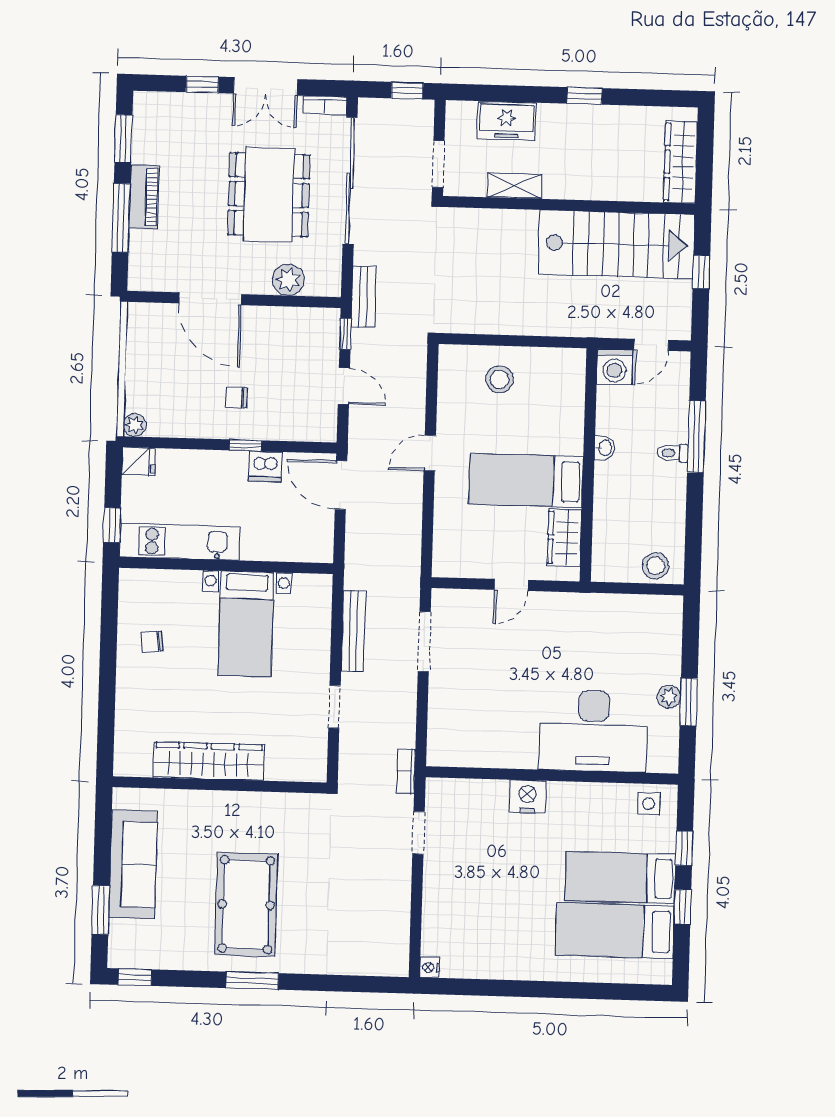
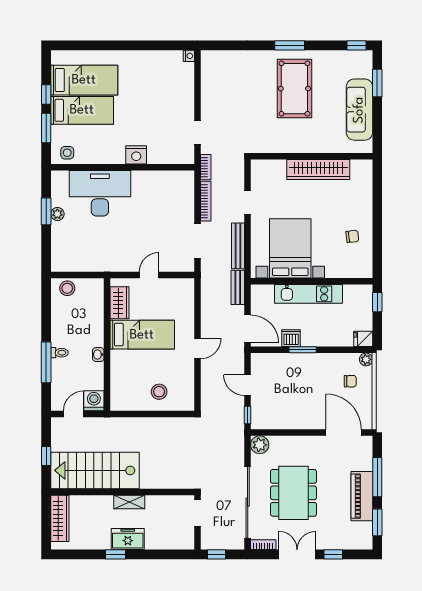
freezer: (507, 121) -> (128, 539), moved
shelving: (514, 186) -> (129, 502), moved
piano: (144, 197) -> (362, 496), width x1.37, depth x1.33
plant: (288, 280) -> (260, 445), moved
bench: (364, 297) -> (238, 287), moved
door: (210, 299) -> (344, 433), moved
chair: (236, 398) -> (350, 381), moved
window: (245, 445) -> (303, 350), width x1.50
kitchen unit: (179, 542) -> (309, 294), moved
bed with nightstands: (246, 624) -> (290, 248), width x1.36
bookcase: (408, 712) -> (206, 201), added
window: (684, 848) -> (46, 128), width x1.50

